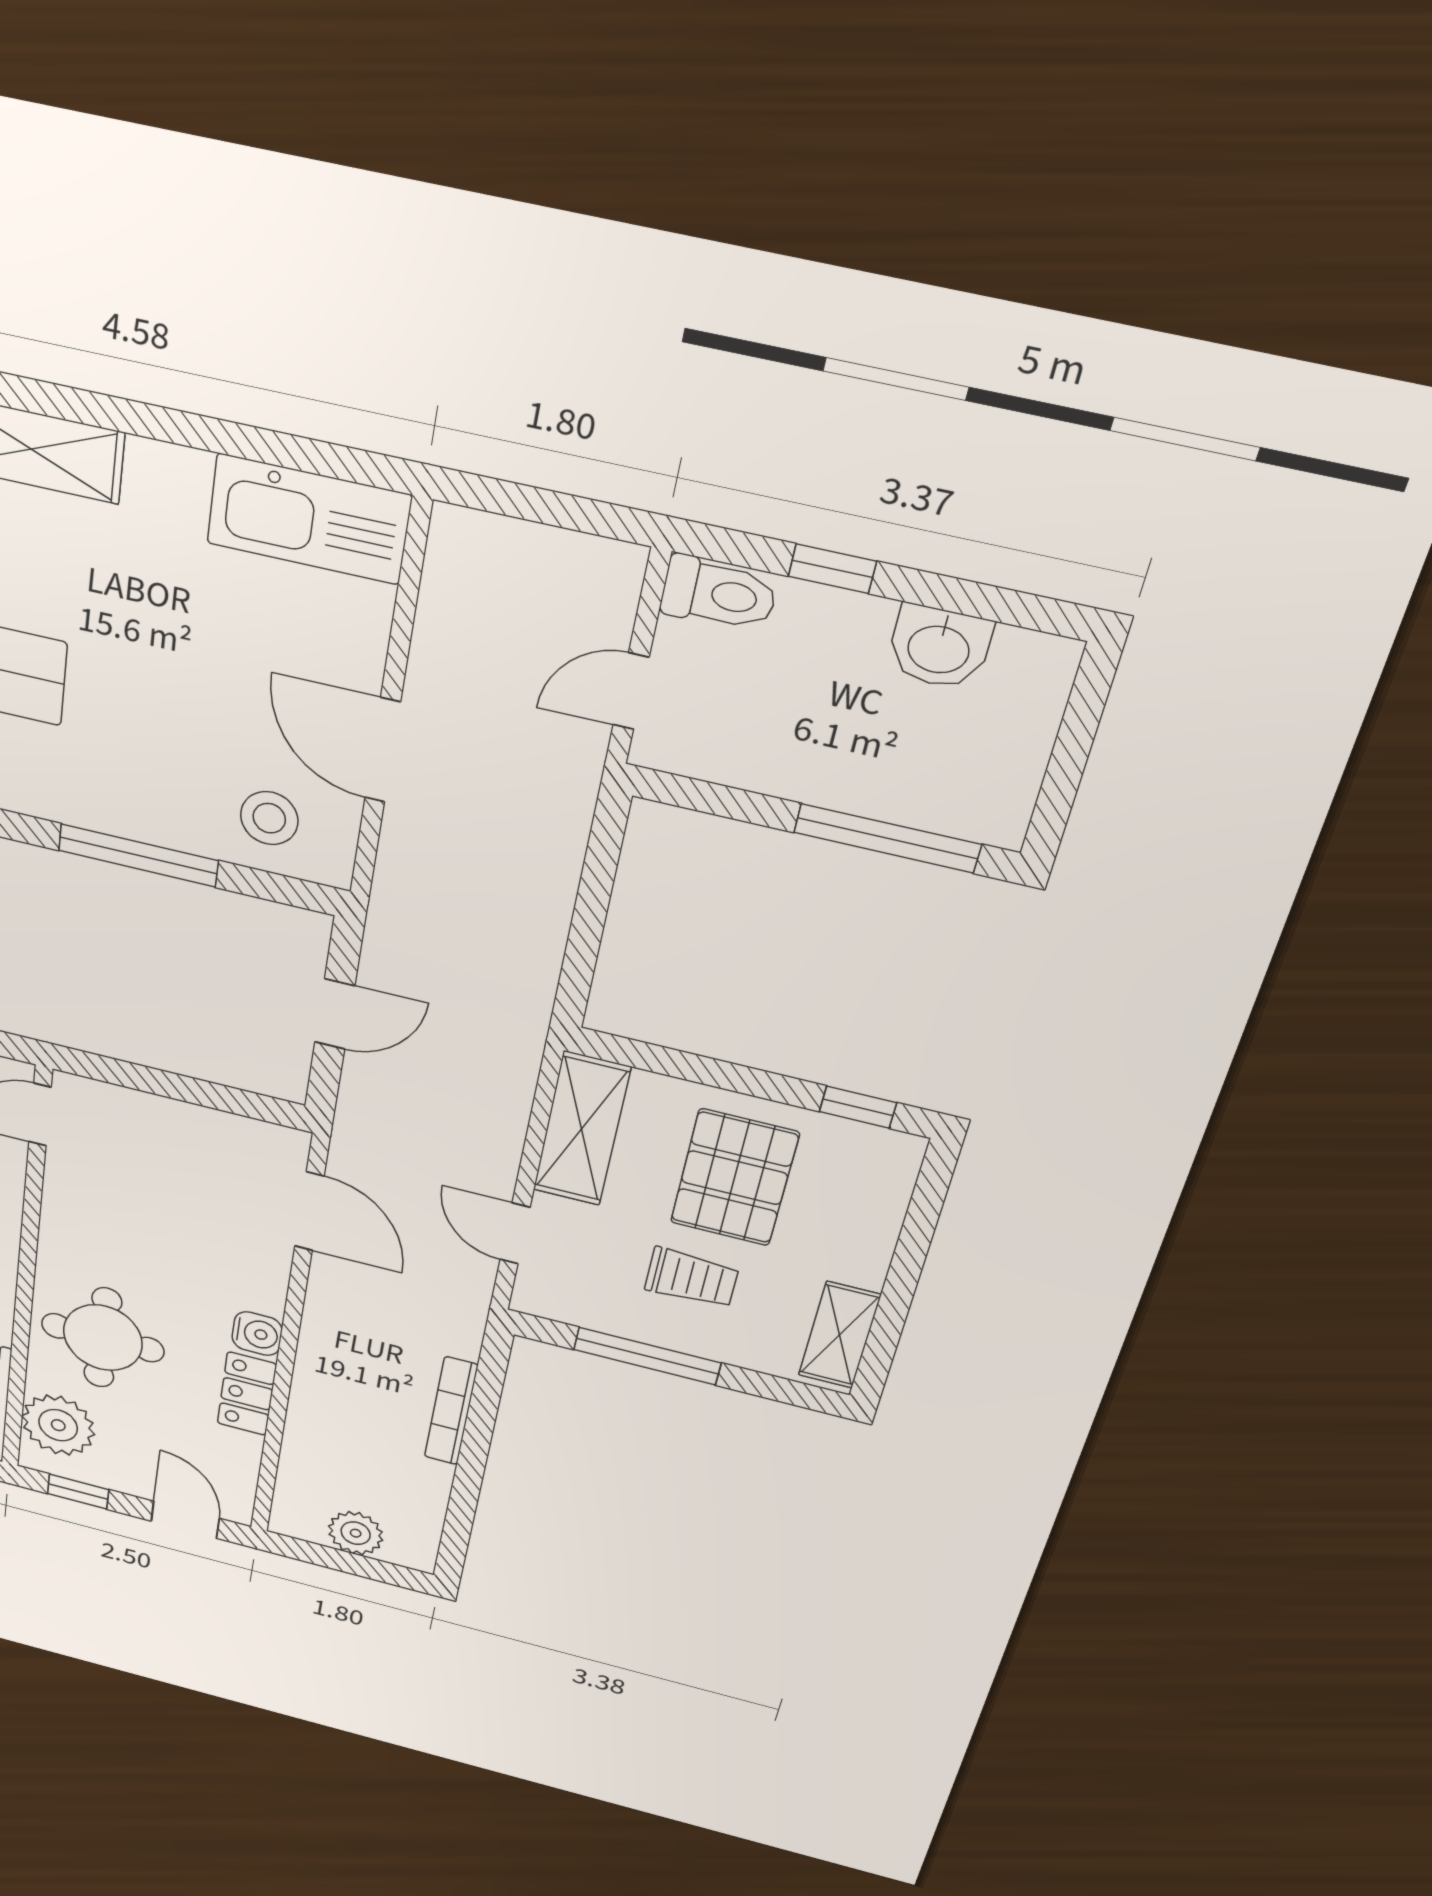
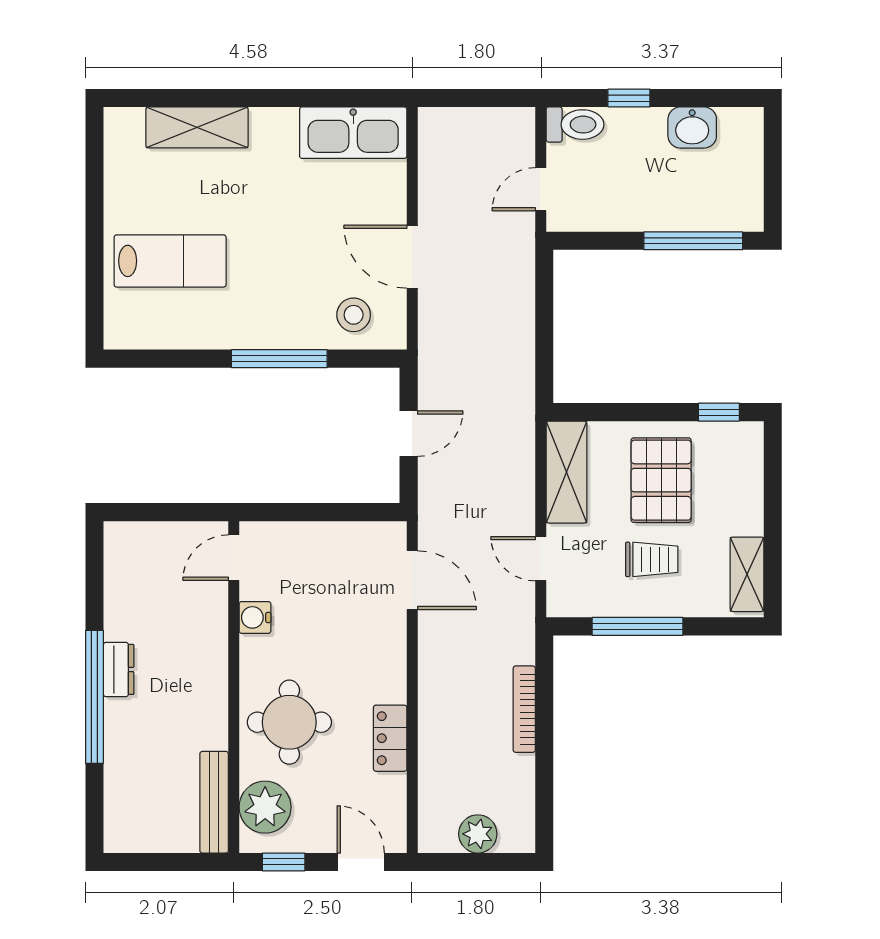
water cooler: (257, 1334) -> (255, 617), moved, turned 180

